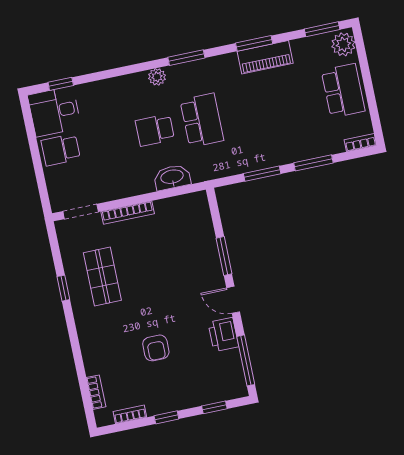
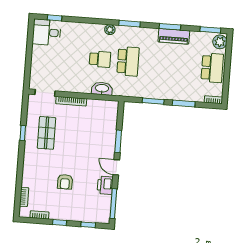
school desk: (155, 130) -> (100, 59), turned 180
school desk: (61, 150) -> (44, 55), removed

